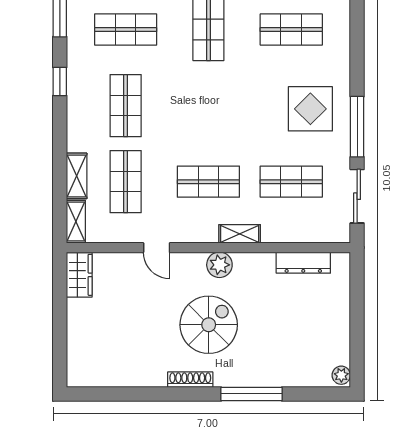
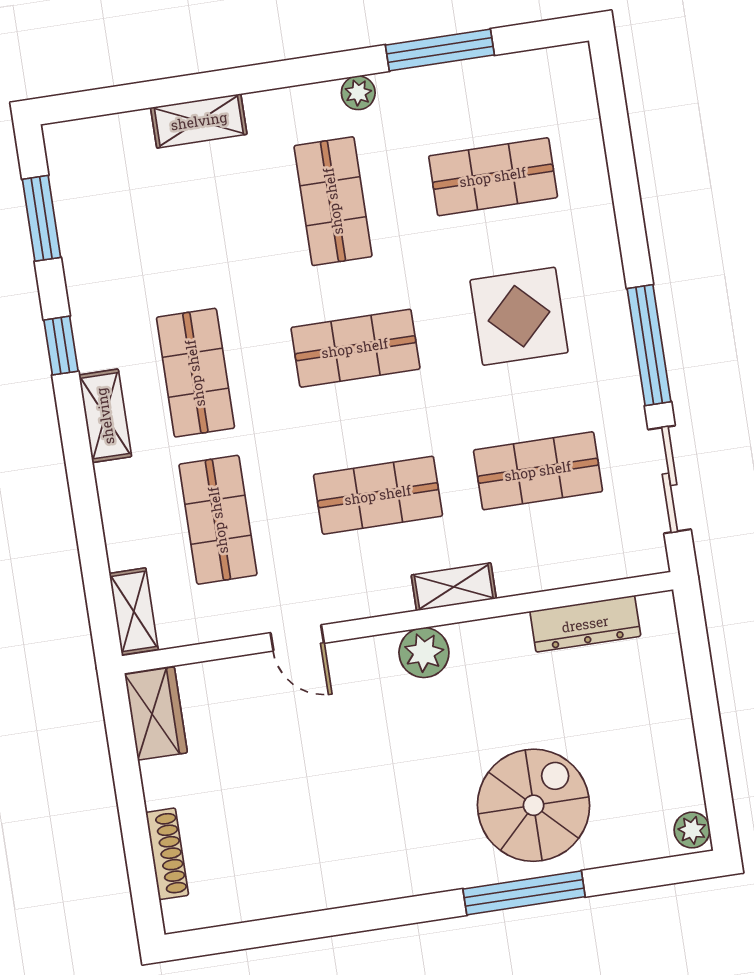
shop shelf: (126, 30) -> (355, 348), moved
display table: (310, 109) -> (519, 316), moved
shelving: (77, 176) -> (105, 416), moved
spiral stairs: (209, 325) -> (534, 805), moved
shoe rack: (190, 380) -> (167, 854), moved, turned 90

